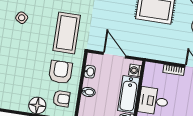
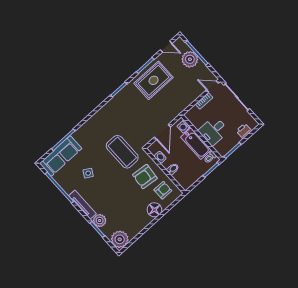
door: (114, 55) -> (162, 132), swing flipped
armchair: (61, 72) -> (145, 177), turned -84

